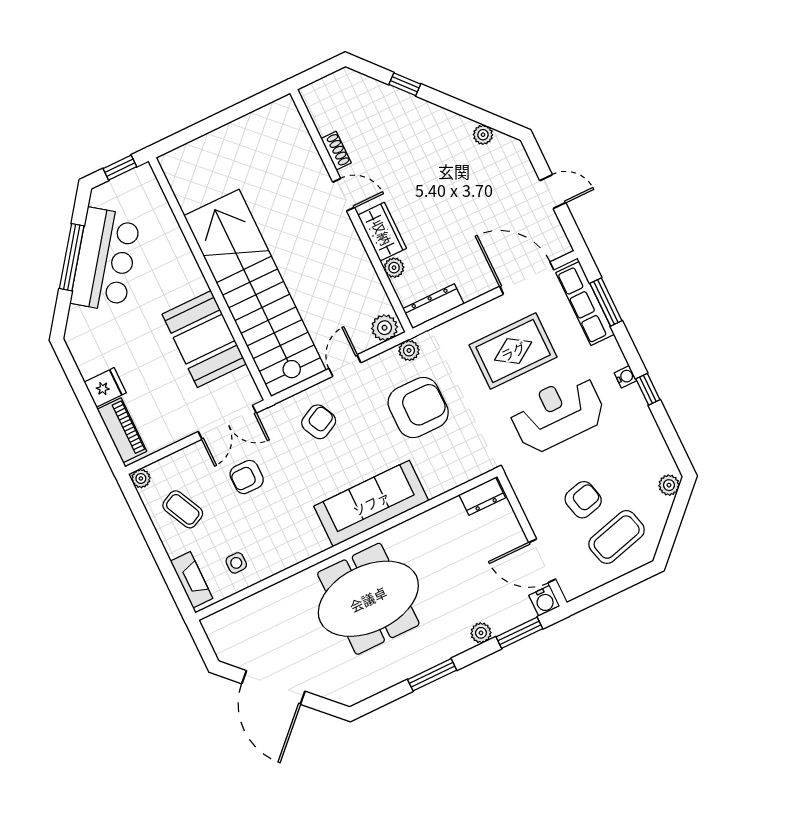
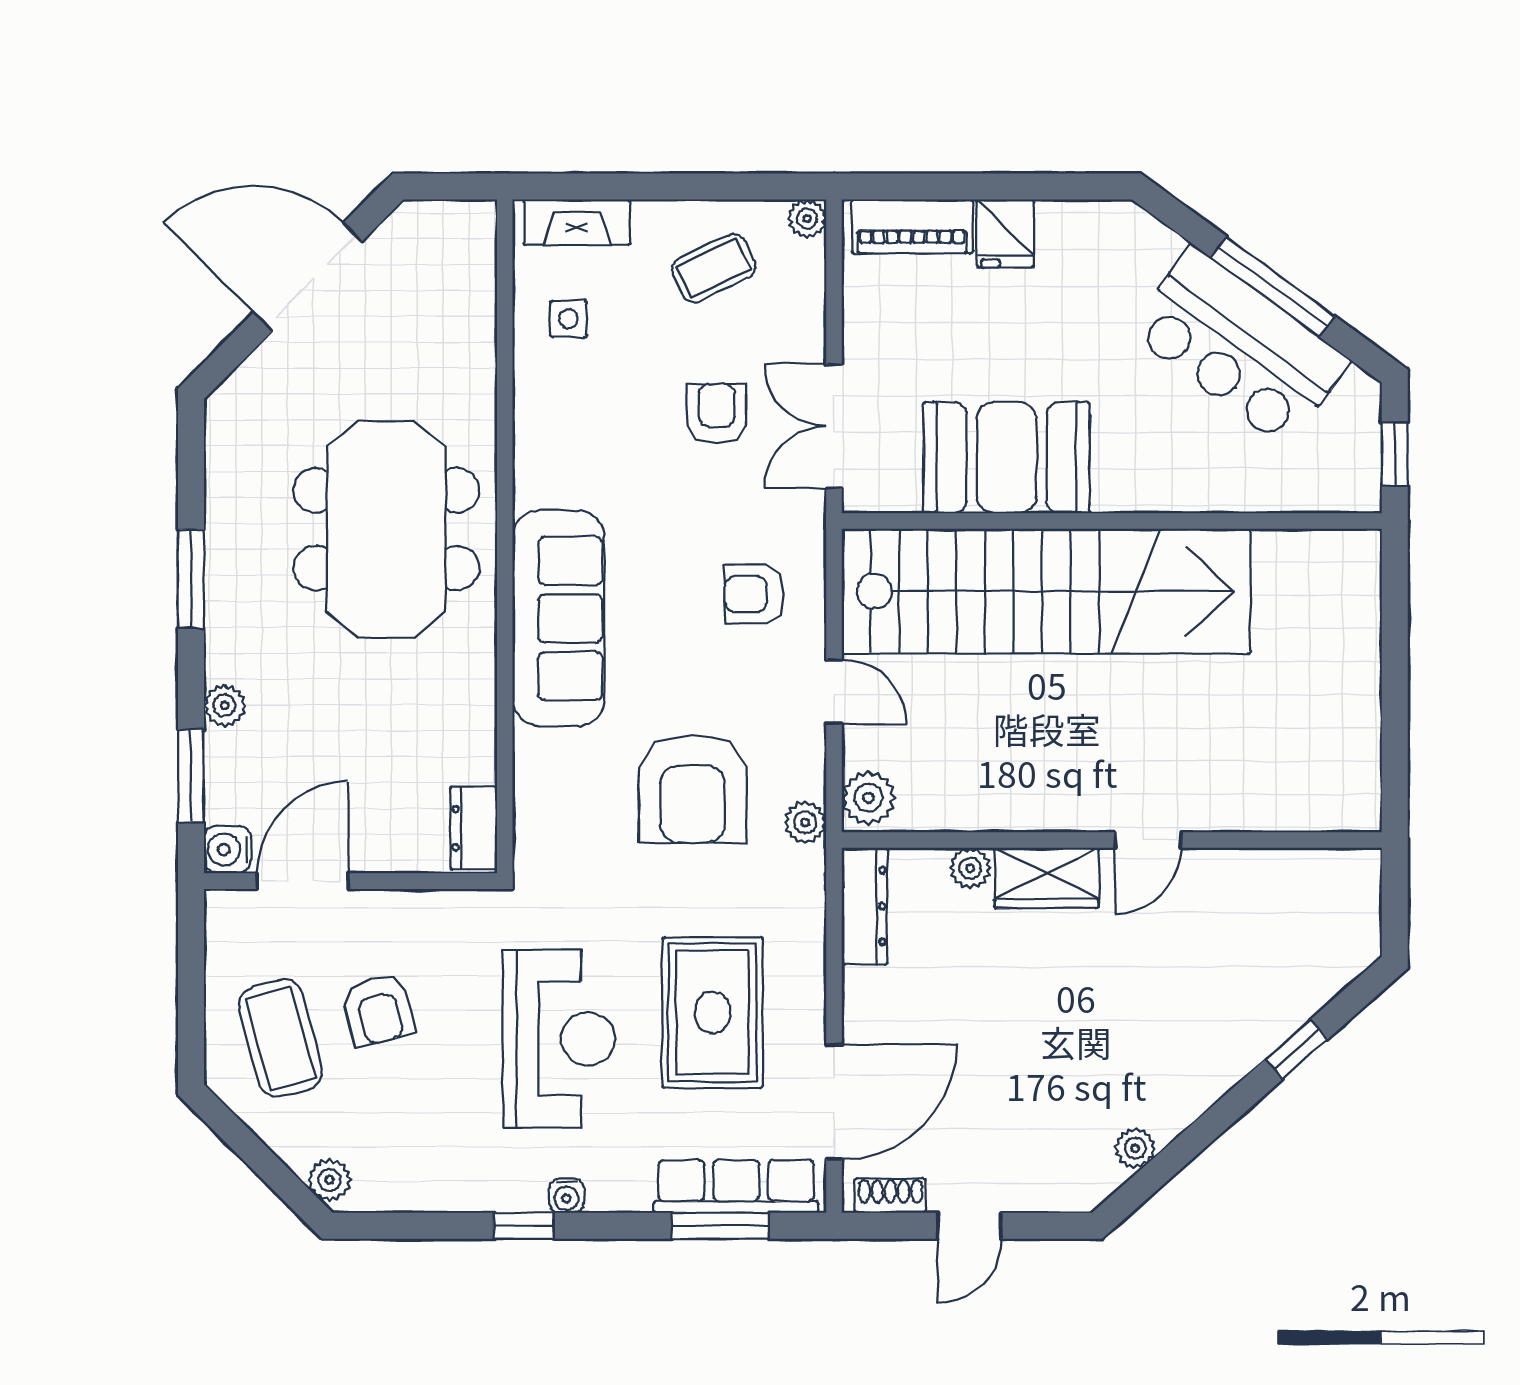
shoe rack: (336, 151) -> (890, 1196), moved, turned 180
armchair: (319, 422) -> (754, 594), turned 117

